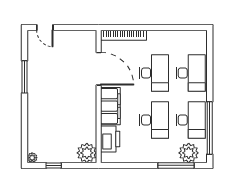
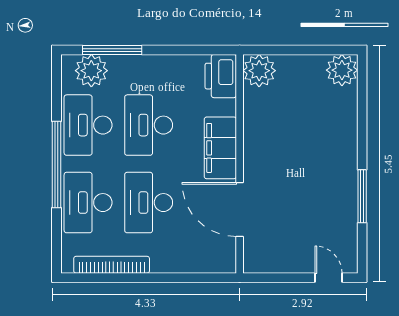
bookcase: (124, 35) -> (112, 265), moved
window: (210, 128) -> (56, 165), moved
printer: (110, 139) -> (221, 76), moved
plant: (32, 158) -> (342, 70), width x1.88, depth x1.88
window: (54, 165) -> (314, 50), removed

